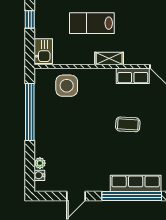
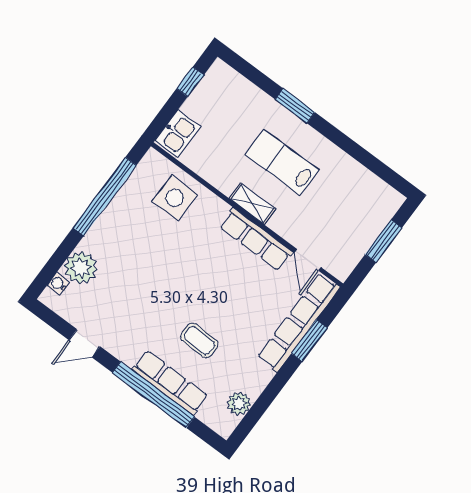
lab bench: (92, 23) -> (282, 162), moved
row of seats: (133, 76) -> (256, 239), width x1.48
coffee table: (128, 124) -> (199, 340), moved
plant: (40, 163) -> (81, 268), width x1.88, depth x1.88

